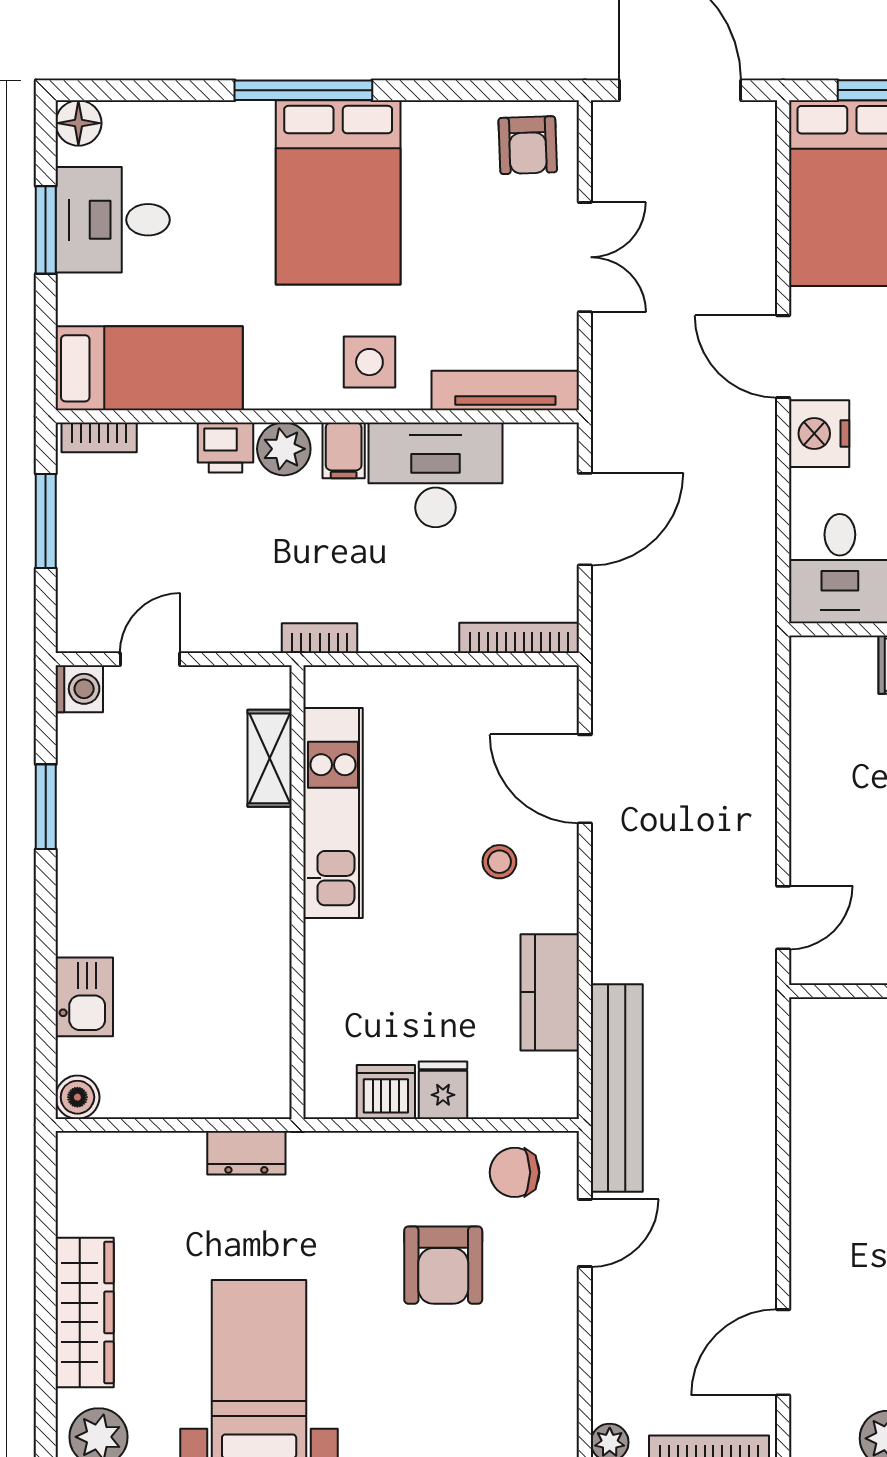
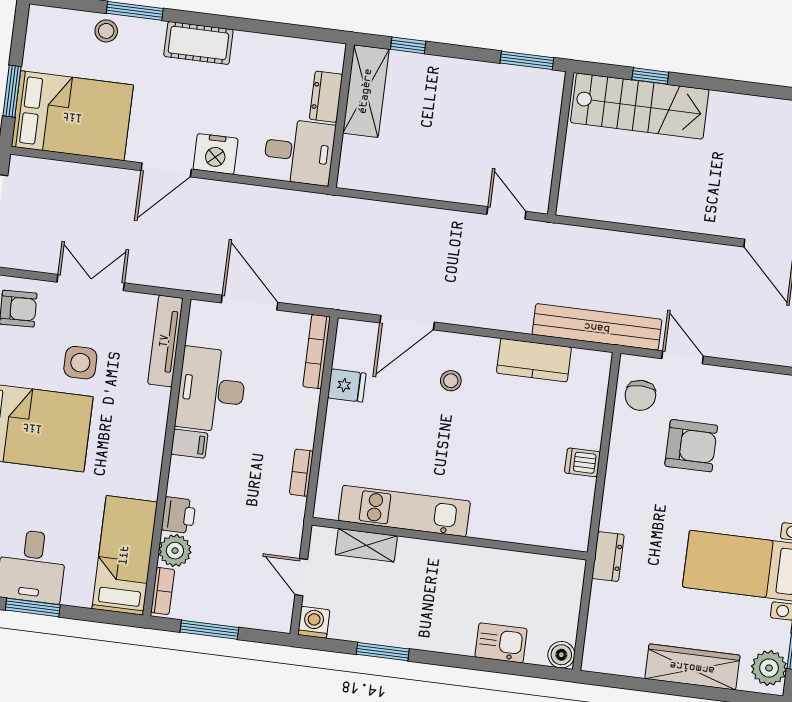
side table: (369, 362) -> (80, 363), moved
plant: (284, 449) -> (175, 551), moved
shelving: (270, 758) -> (366, 545), moved
kitchen unit: (333, 813) -> (404, 511), moved
wall: (297, 892) -> (450, 539), moved
fridge: (443, 1090) -> (347, 386), moved, turned 180
dishwasher: (386, 1092) -> (582, 462), width x0.73

